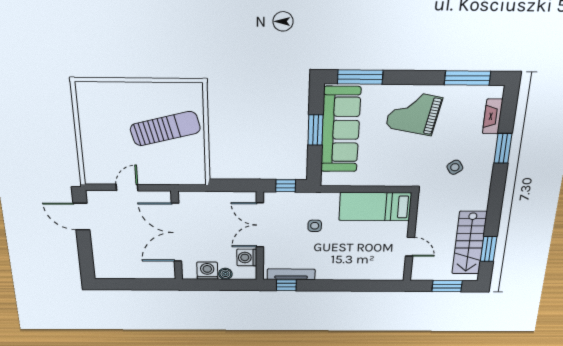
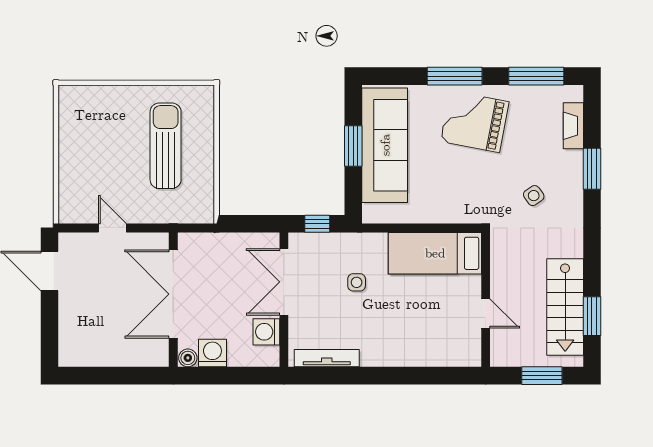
window: (360, 77) -> (455, 76), moved
sun lounger: (165, 129) -> (166, 146), turned -76
door: (127, 188) -> (112, 228), hinge flipped
boiler: (225, 274) -> (188, 358), moved
window: (286, 285) -> (321, 376), removed

